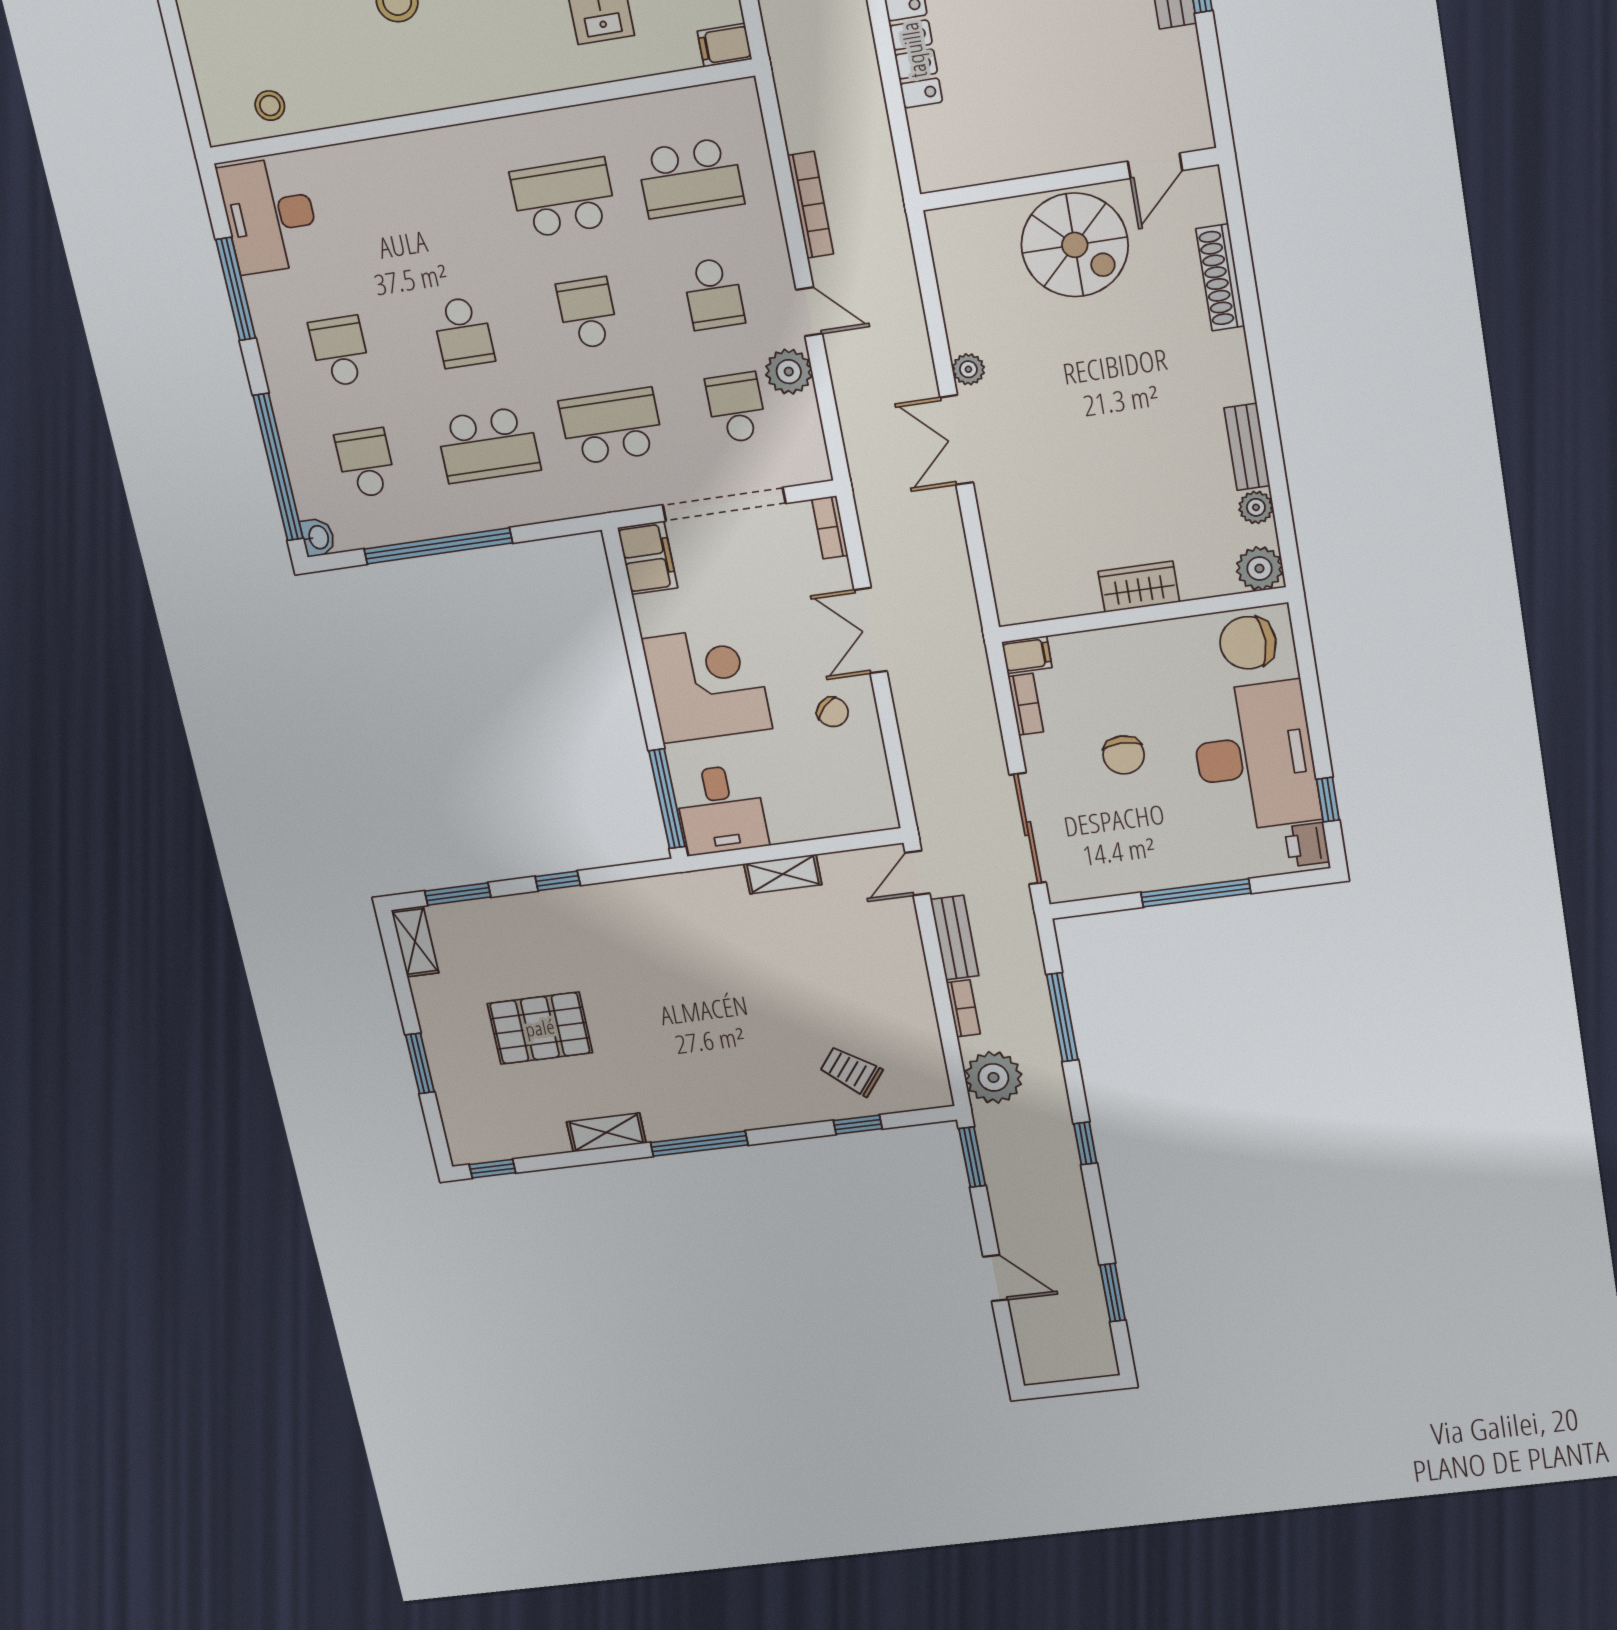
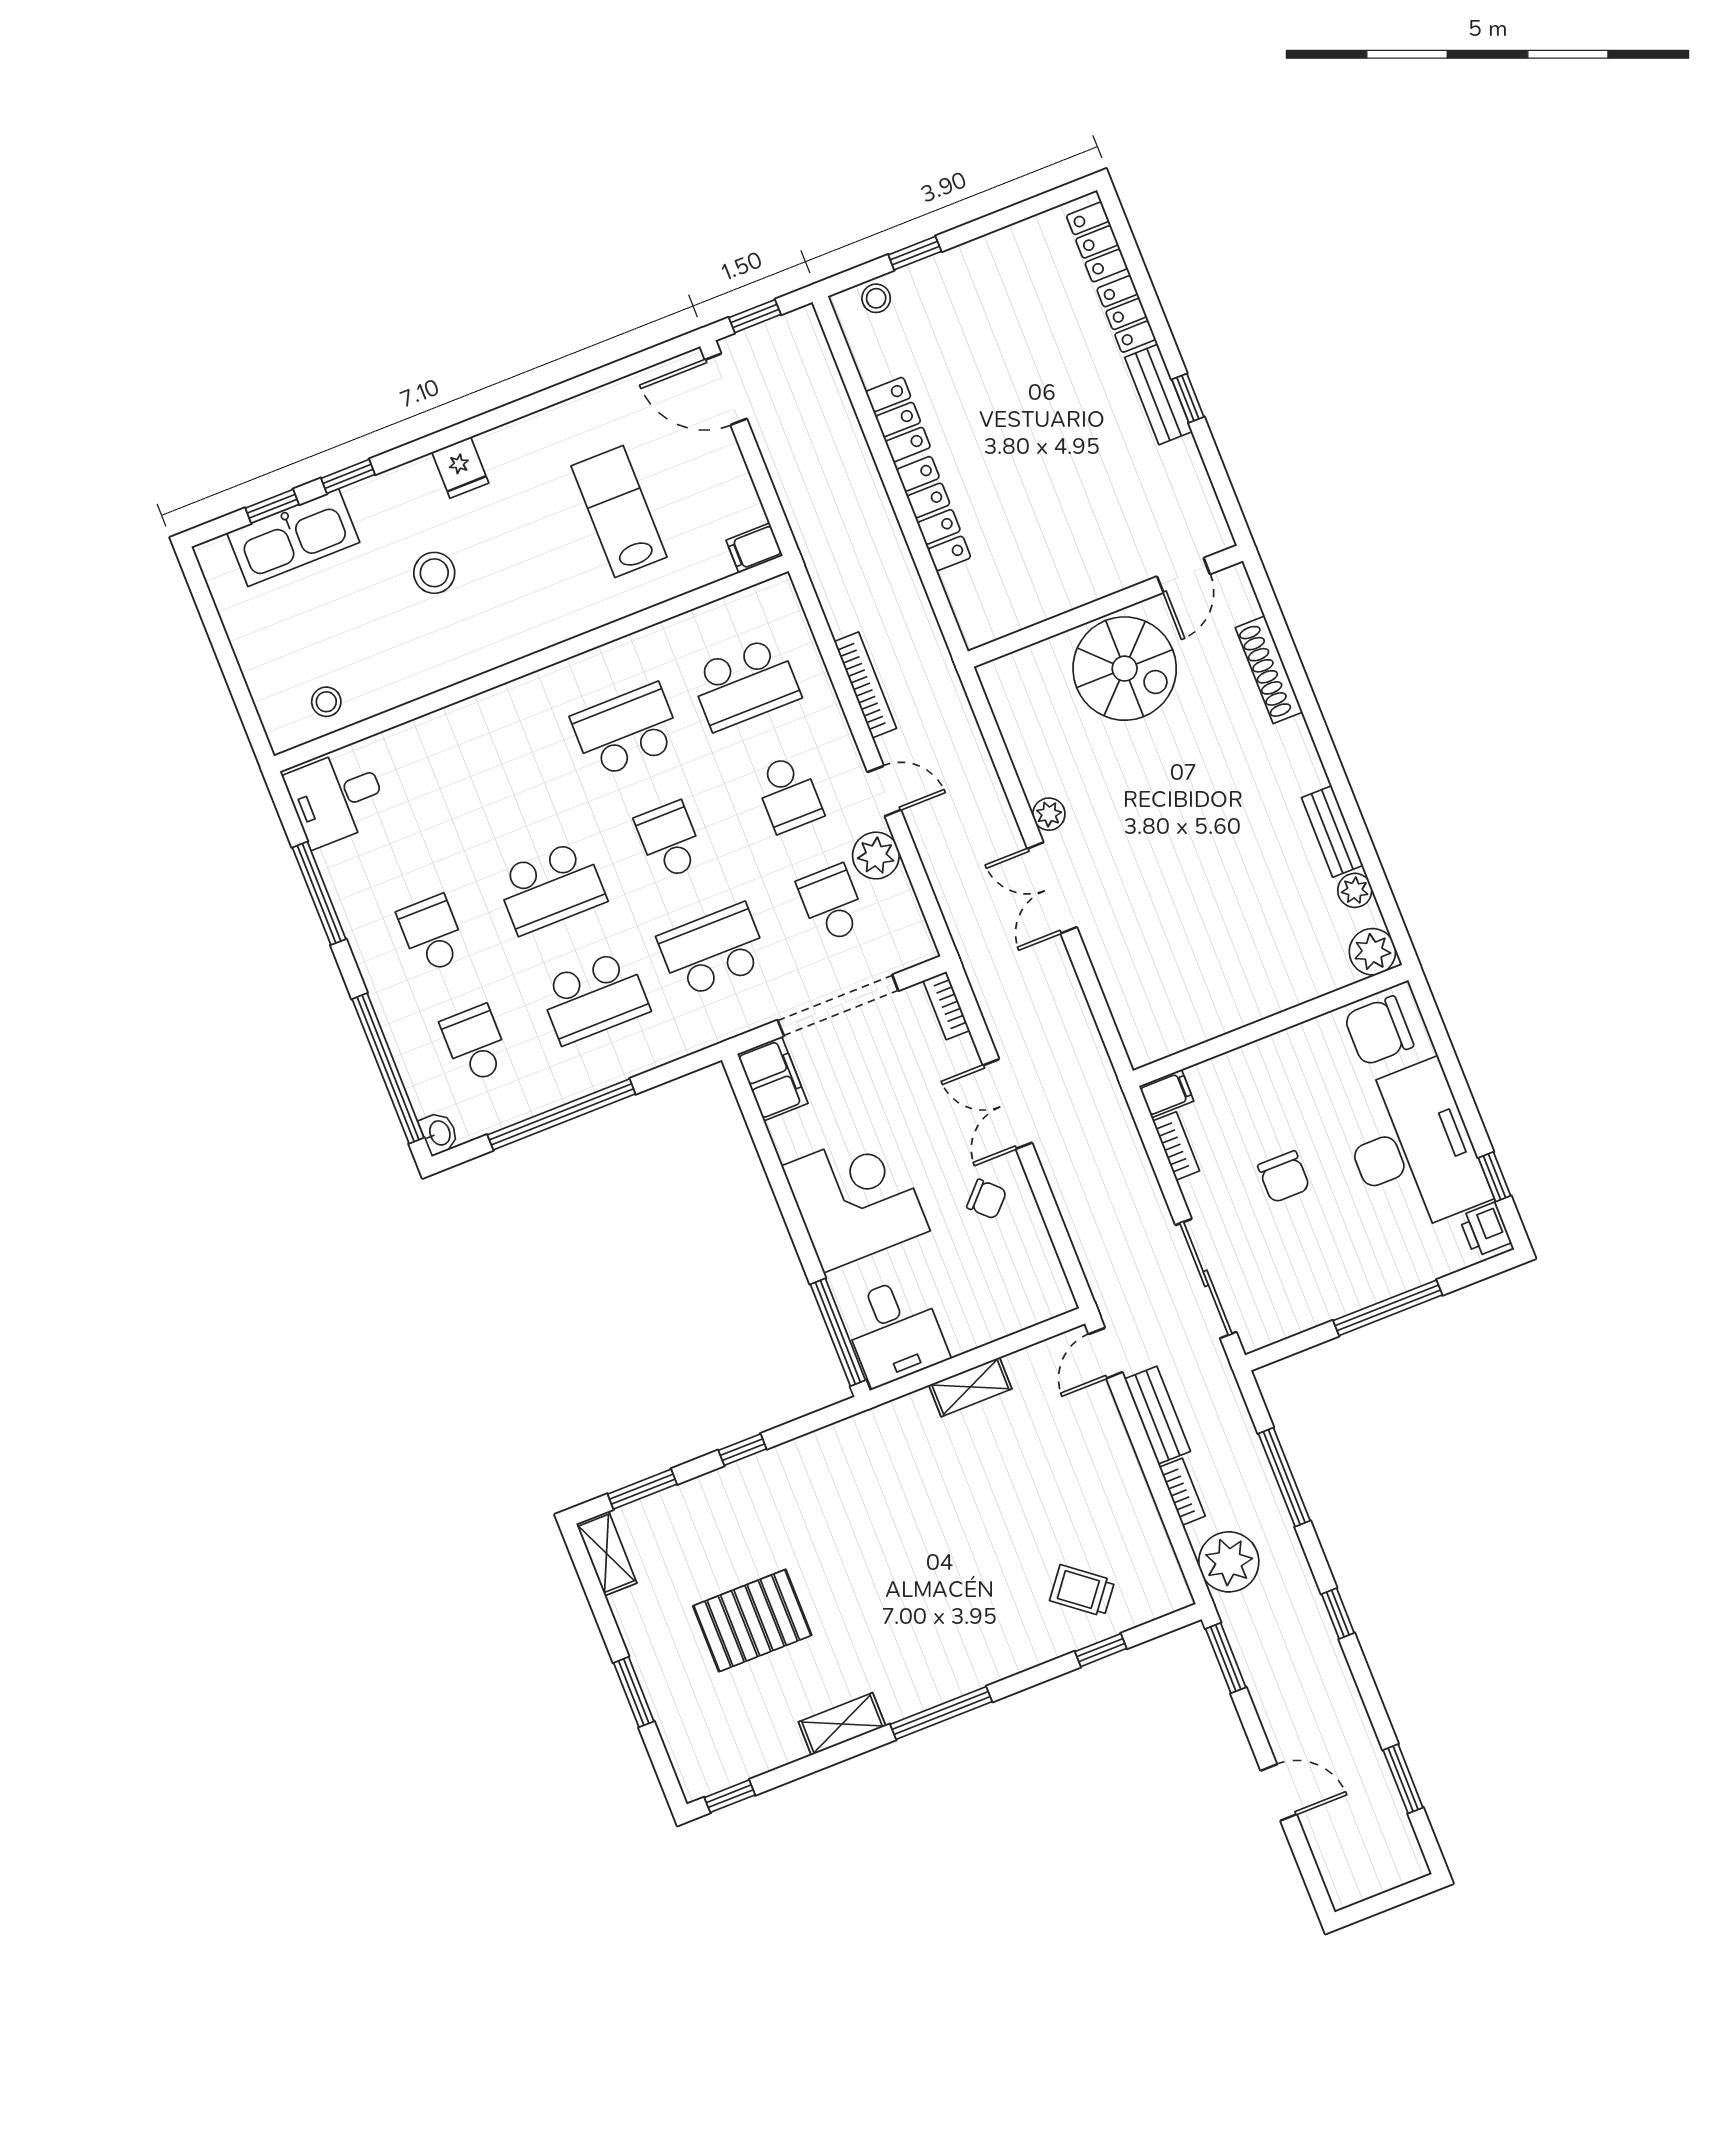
desk: (270, 215) -> (337, 797), width x0.73
school desk: (463, 332) -> (551, 887), width x1.85
wardrobe: (1139, 587) -> (1260, 997), removed

